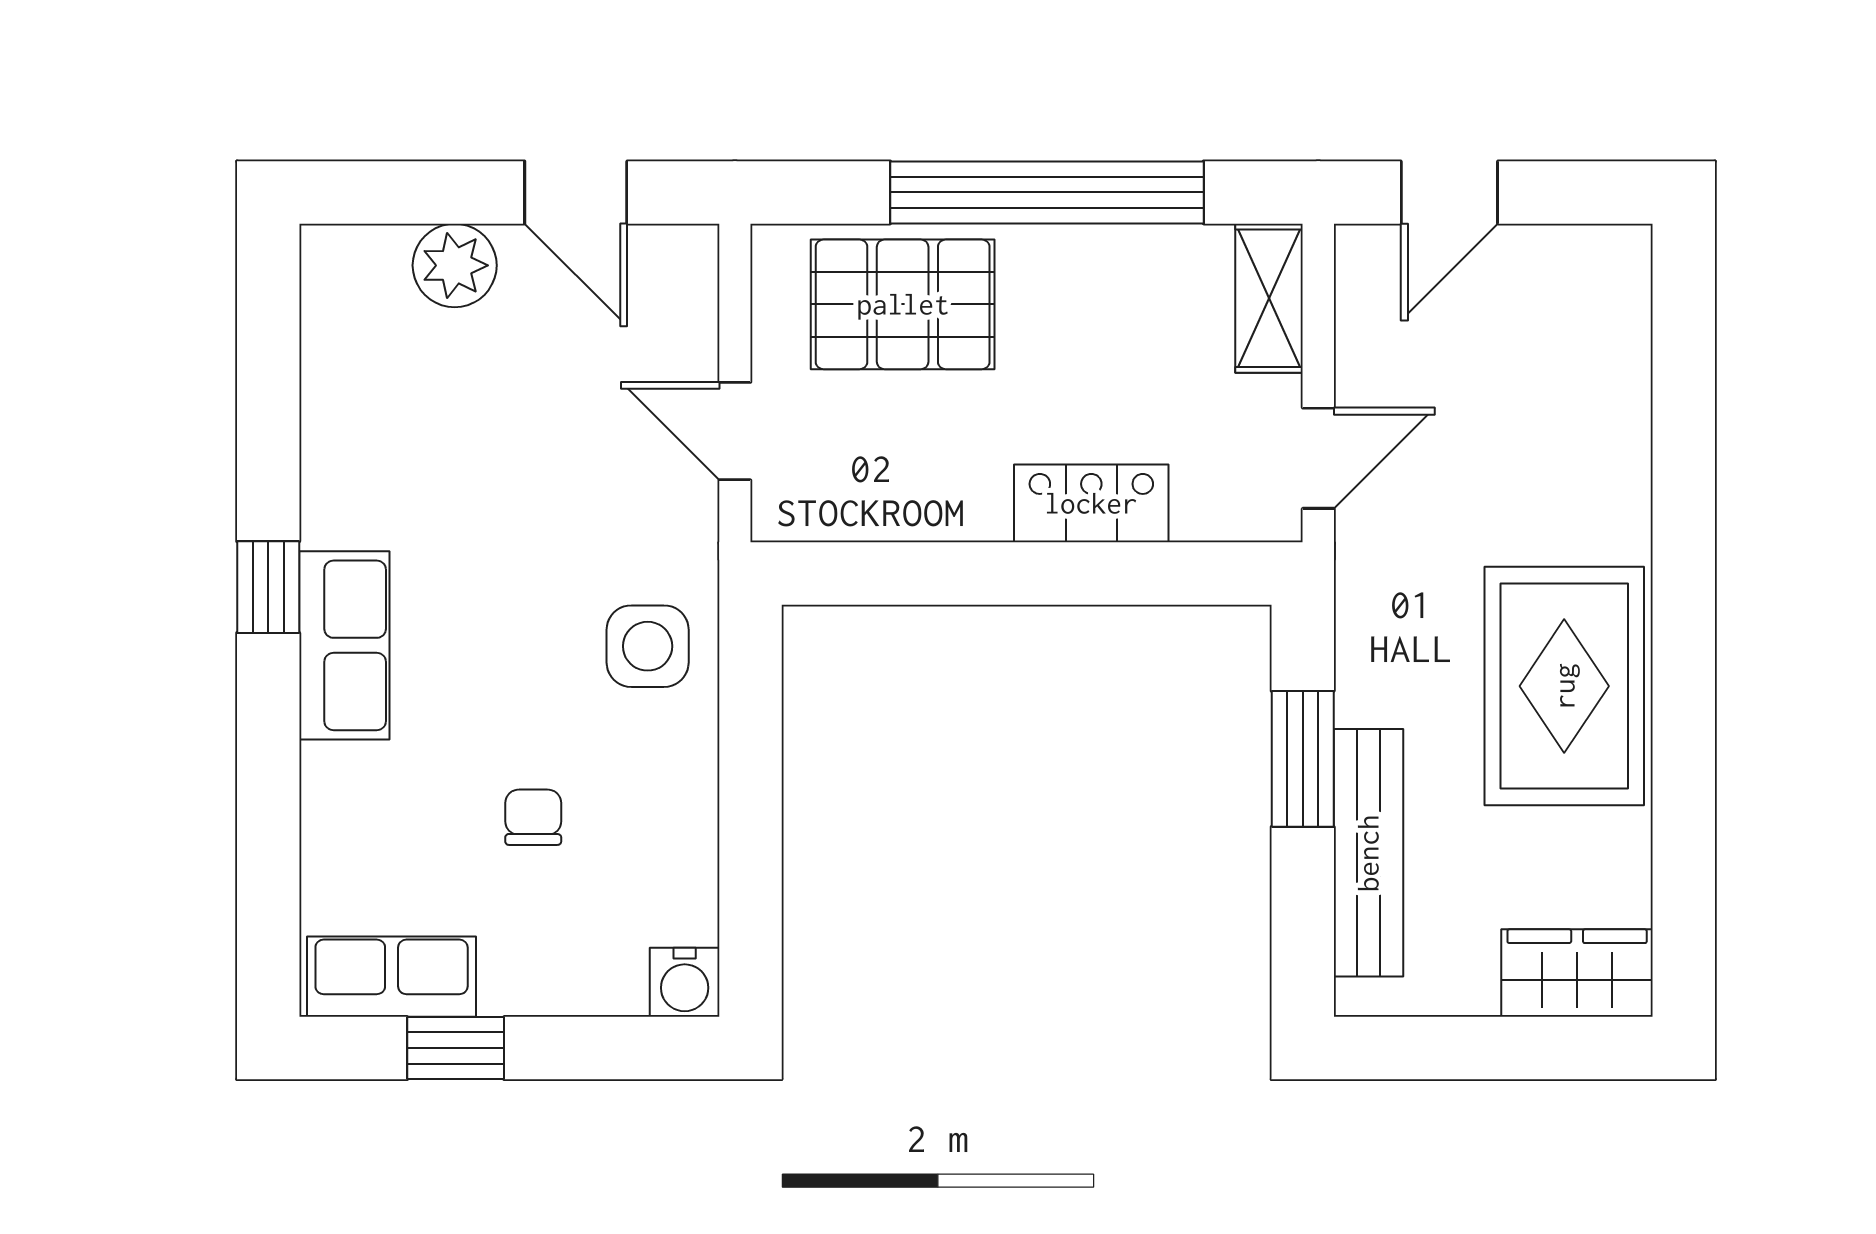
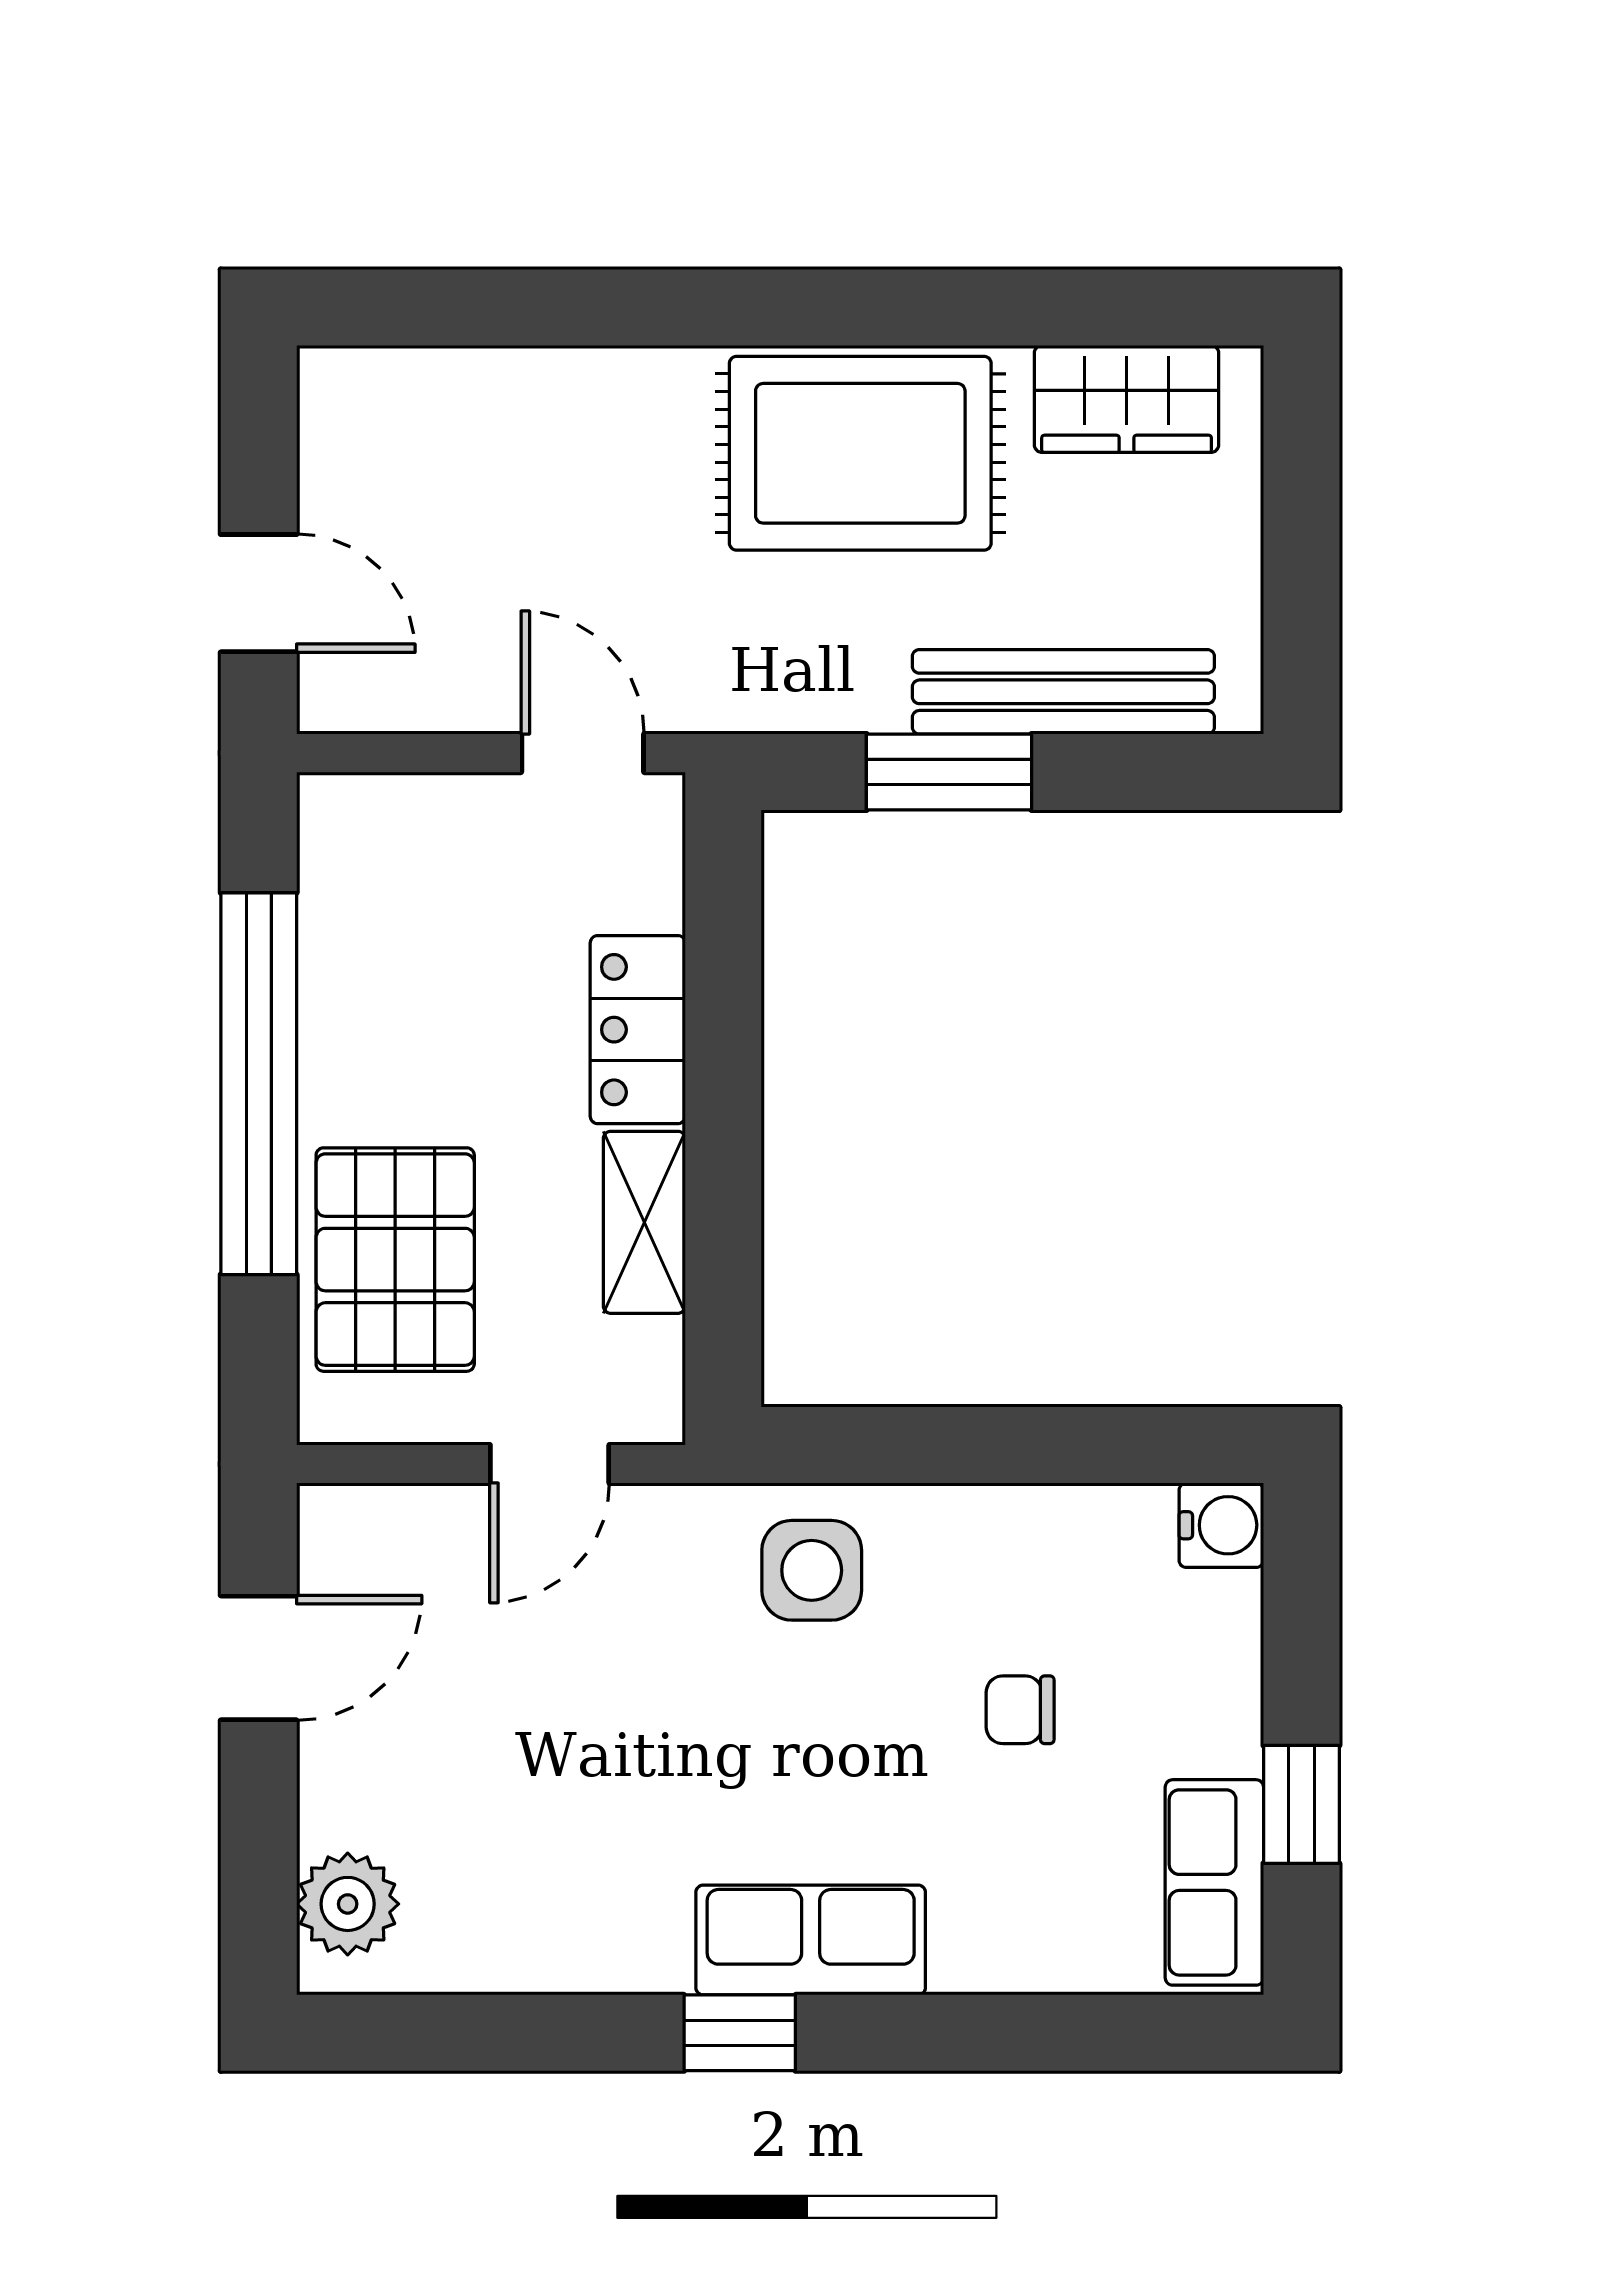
plant: (455, 265) -> (348, 1904), moved
shelving: (1269, 298) -> (644, 1222), moved, turned 90
wardrobe: (1577, 973) -> (1127, 399), moved, turned -90

